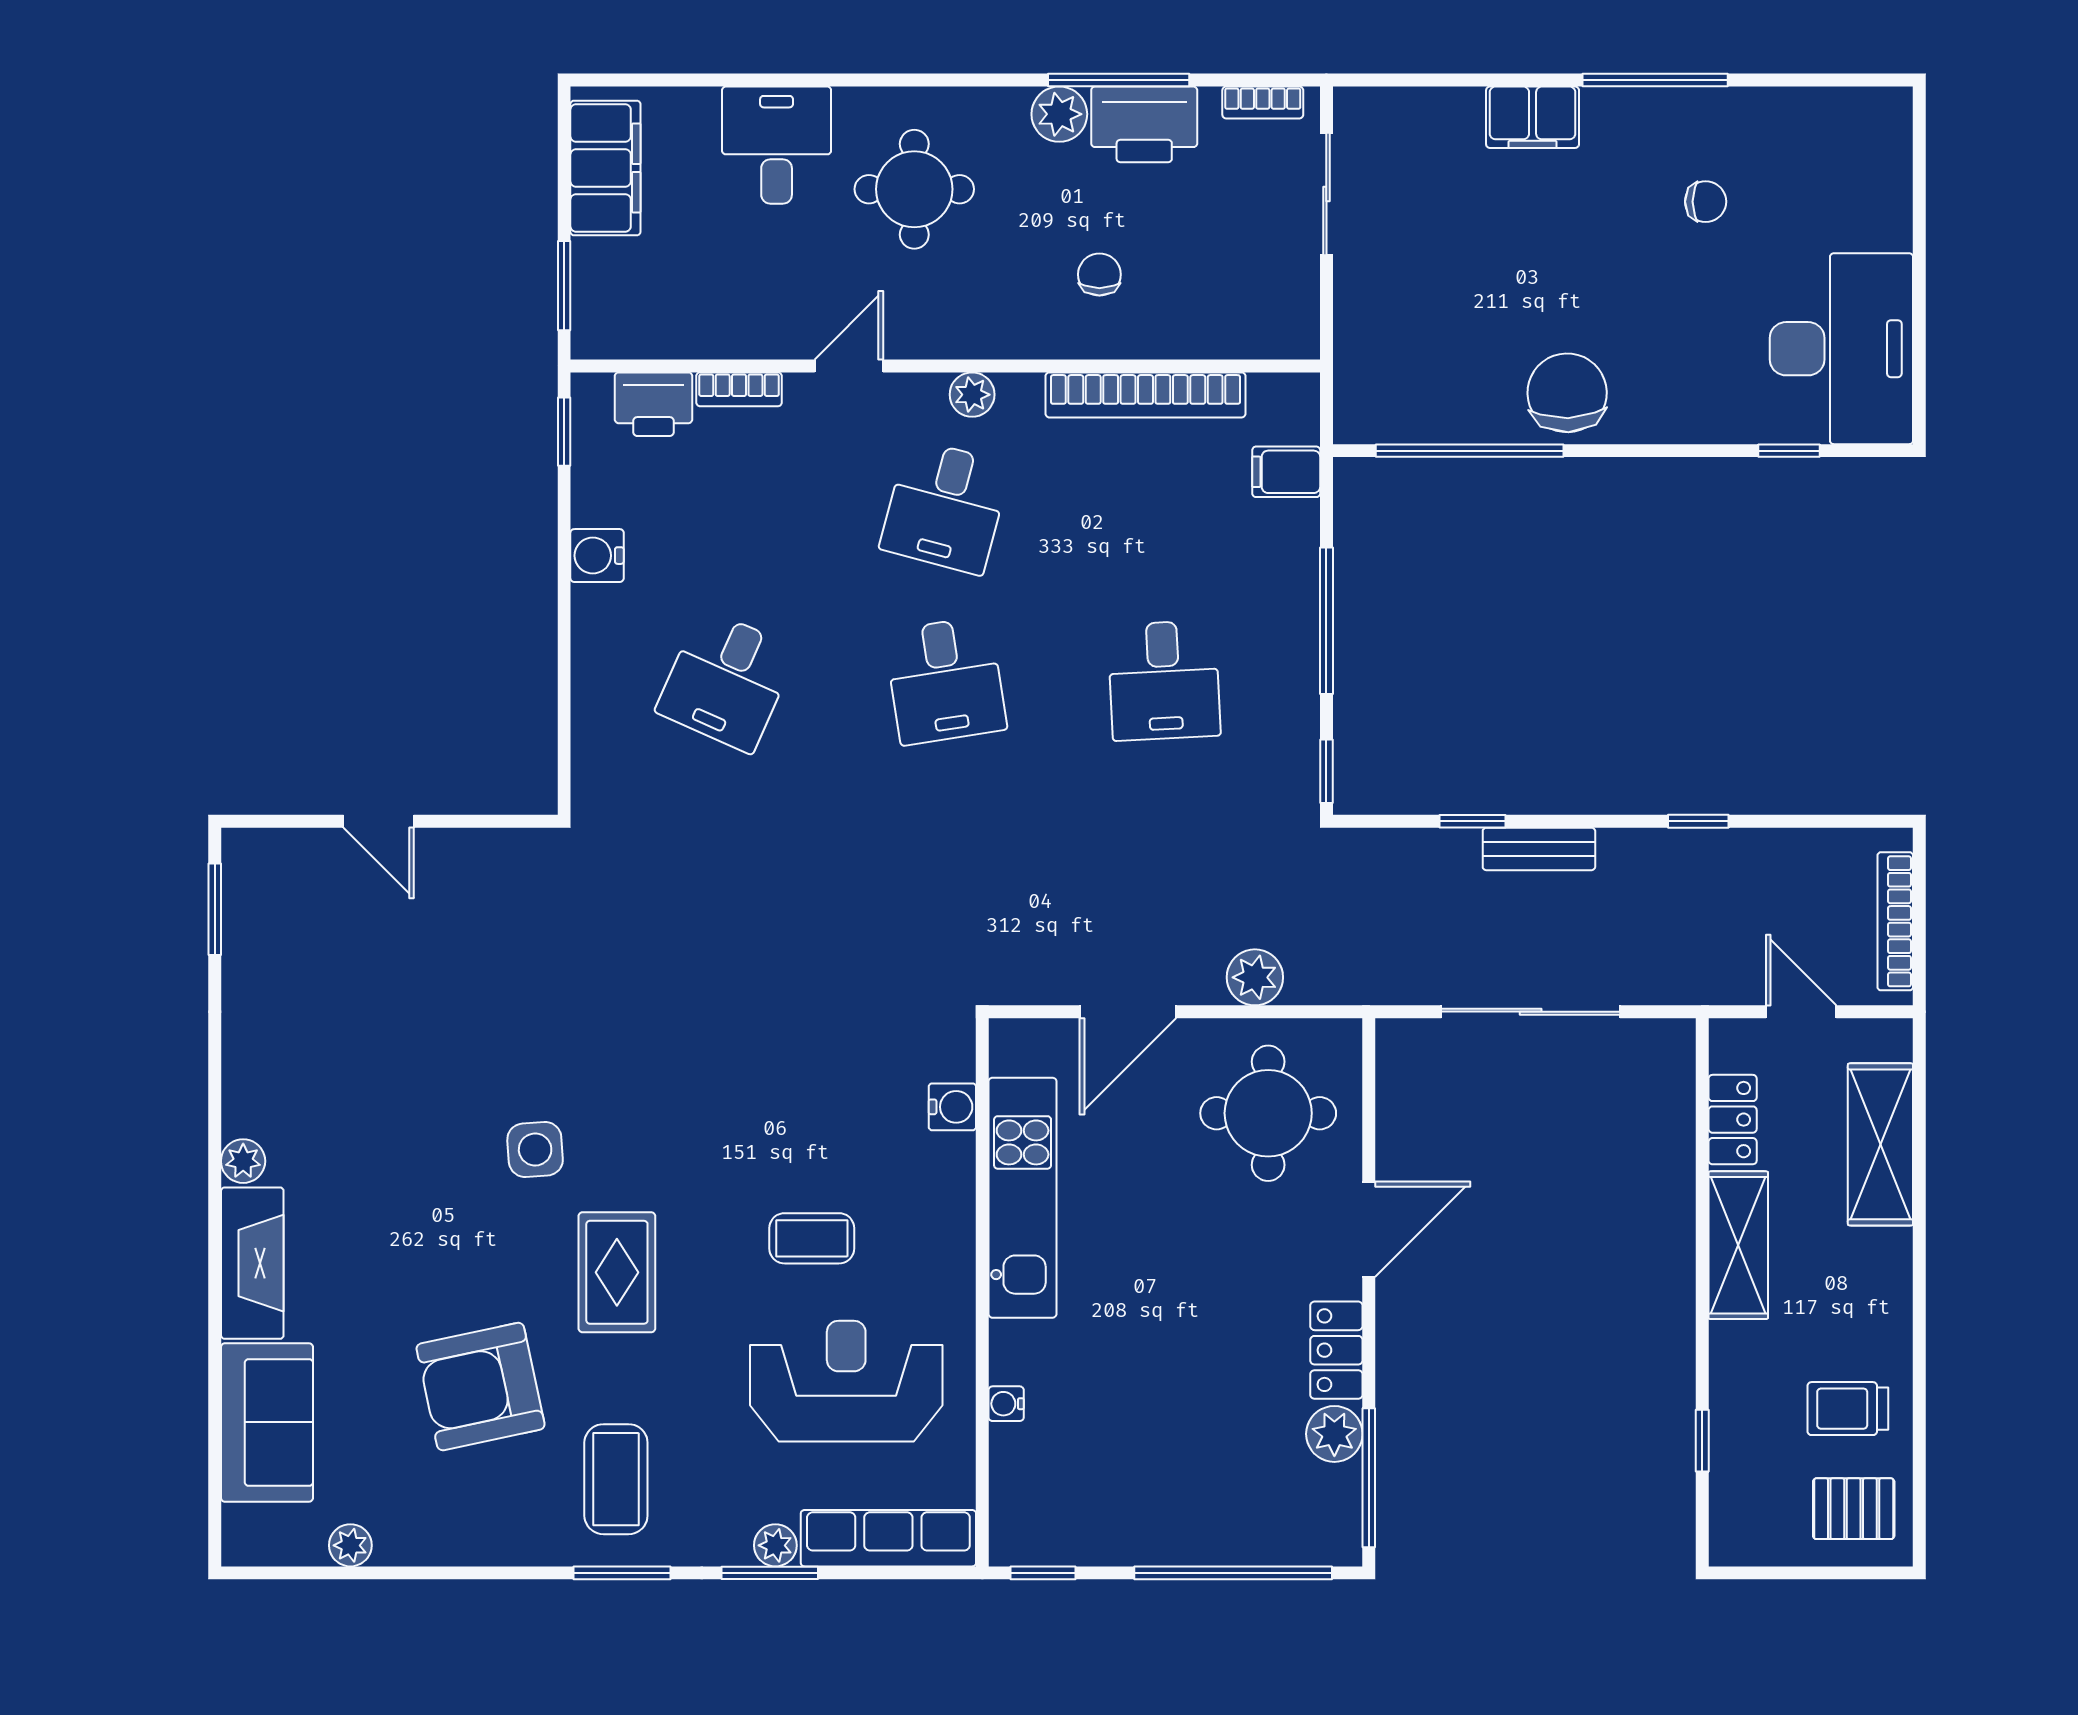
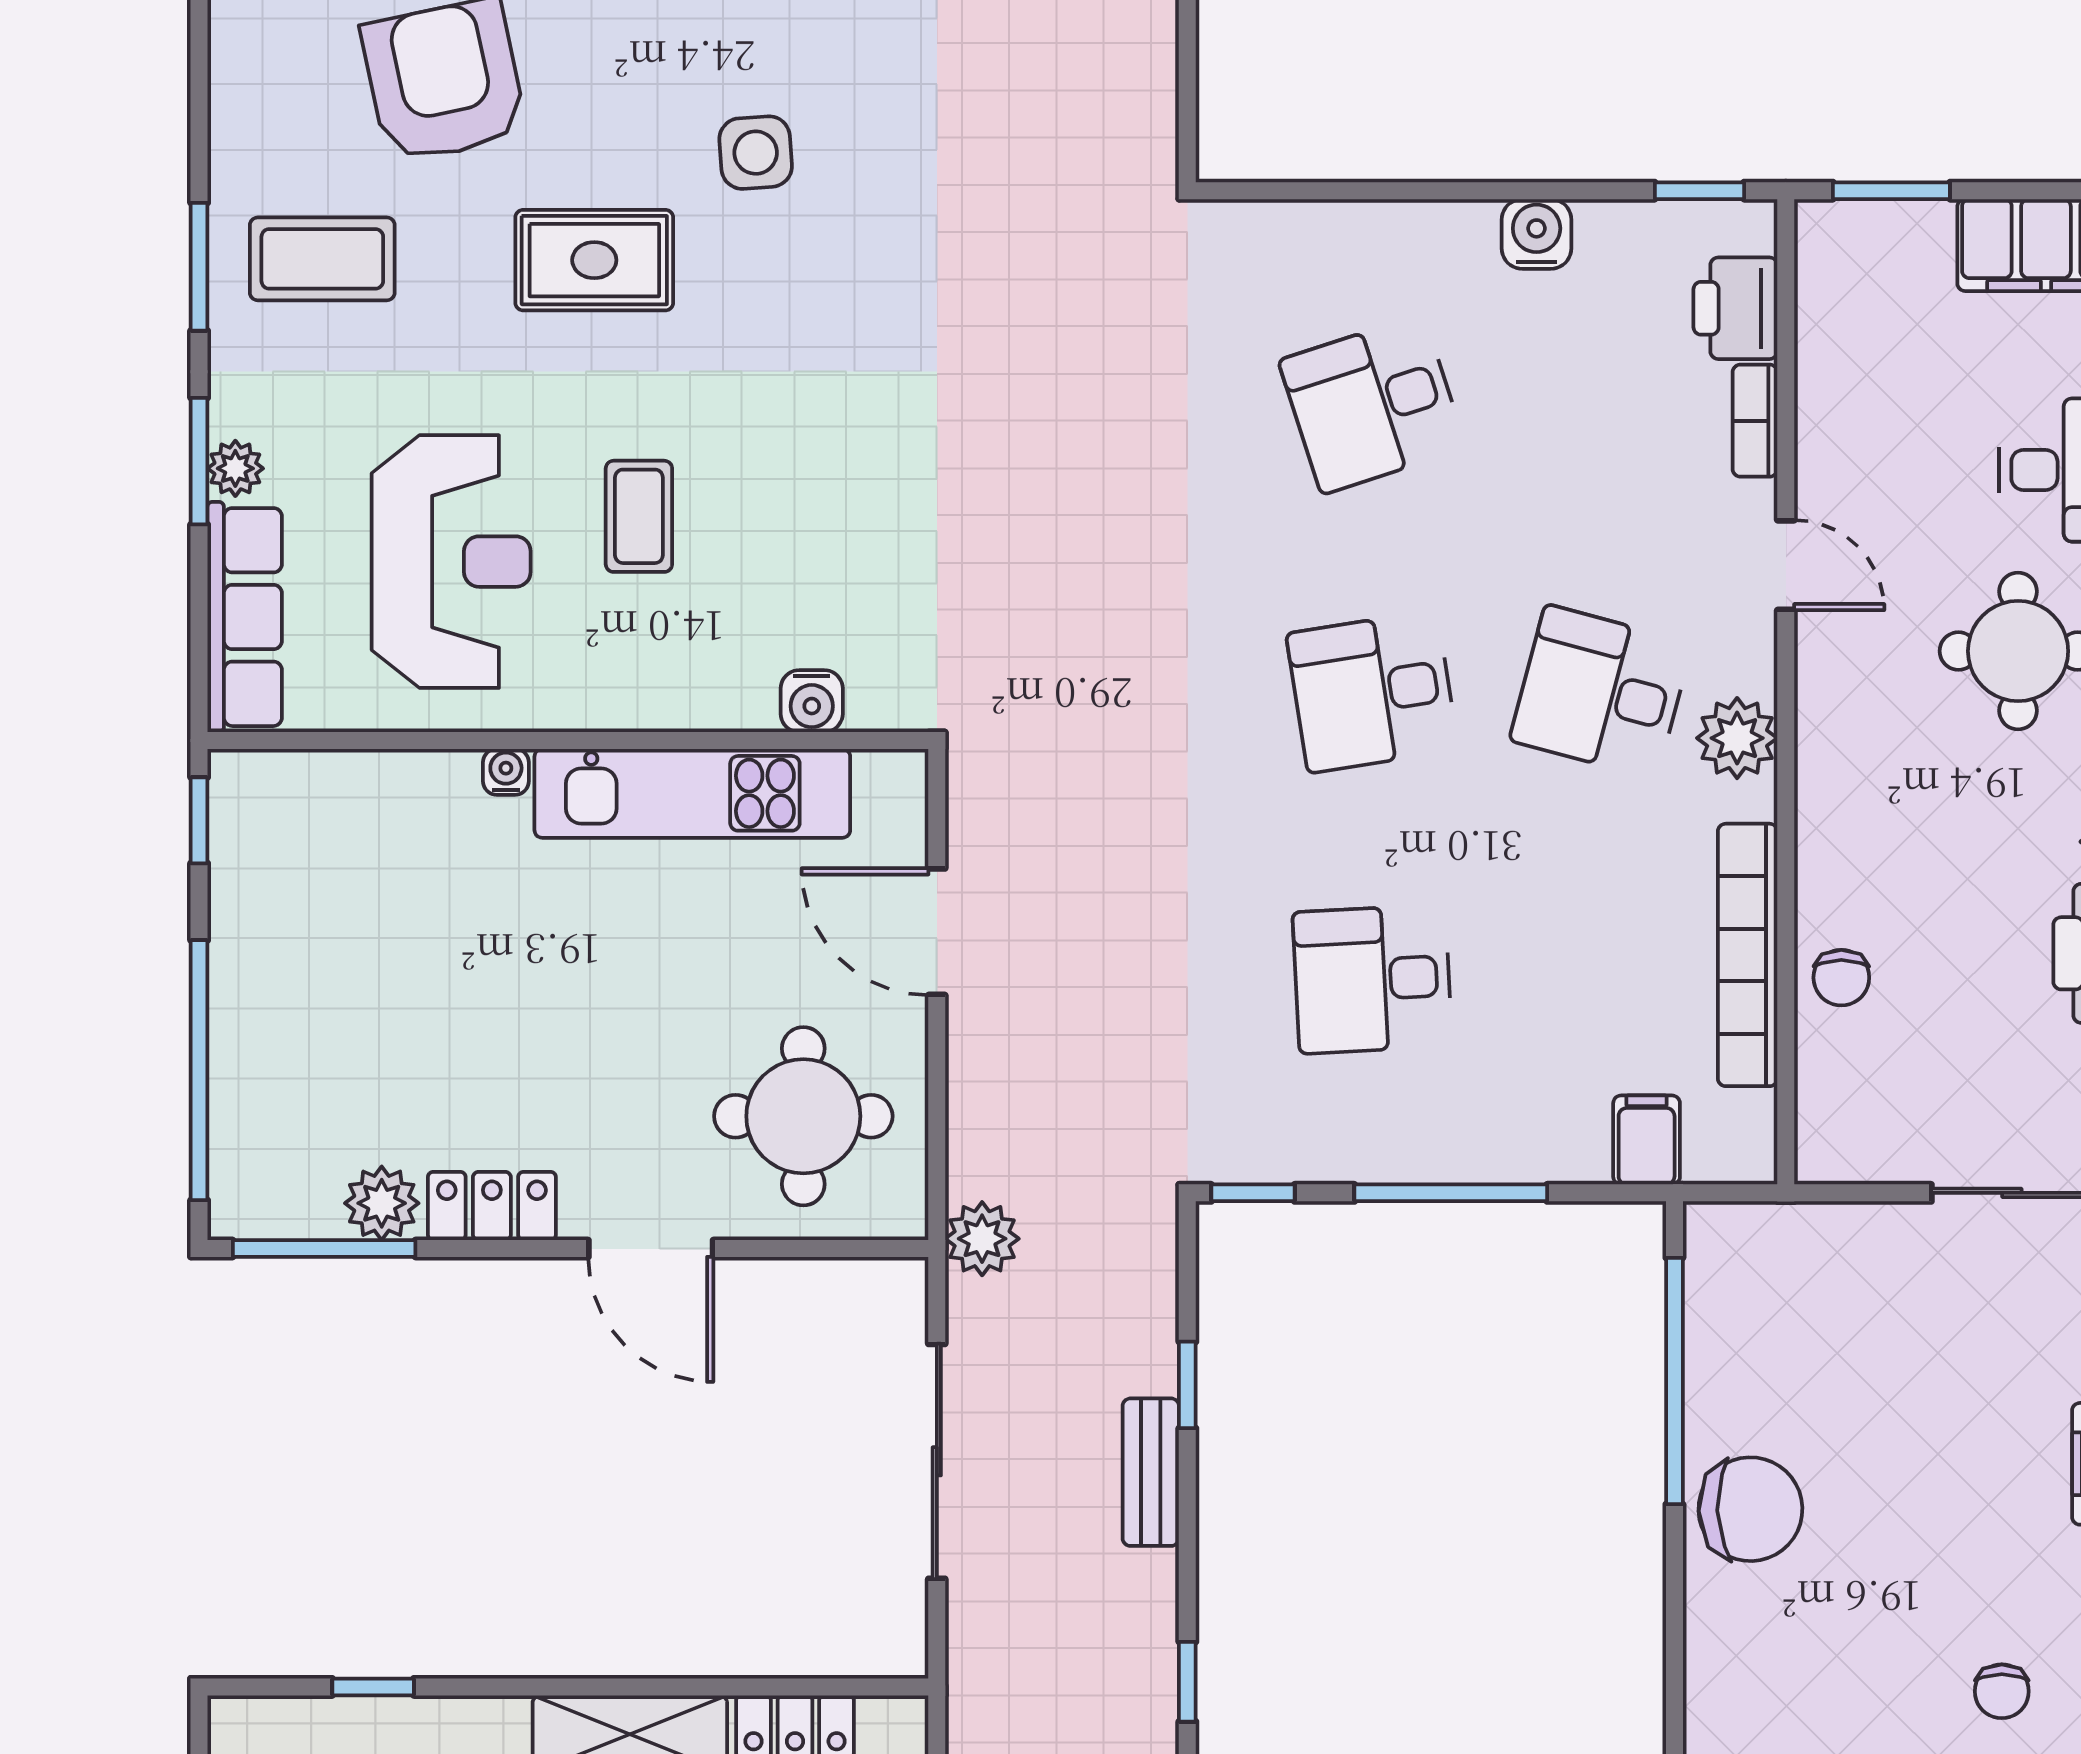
chair: (1099, 274) -> (1841, 978), moved, turned 90
plant: (972, 395) -> (1737, 738), width x1.38, depth x1.38
desk: (727, 680) -> (1372, 404), turned -42
plant: (1255, 977) -> (982, 1239), moved
water cooler: (1006, 1404) -> (506, 772), moved

